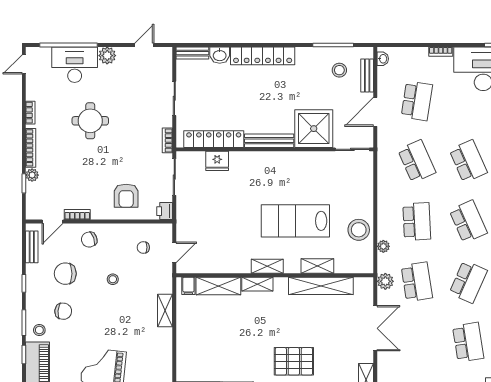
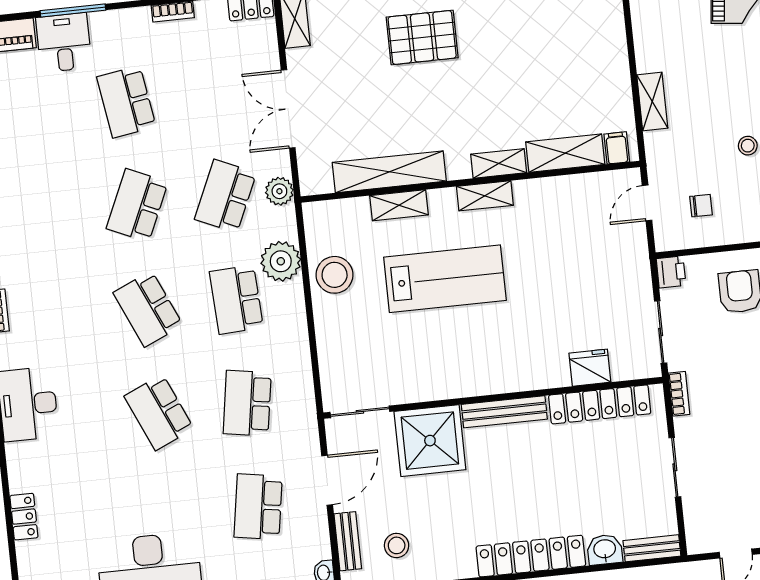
school desk: (417, 161) -> (247, 403), turned 33
plant: (383, 246) -> (281, 261), width x1.88, depth x1.88
school desk: (417, 282) -> (225, 196), turned 33

